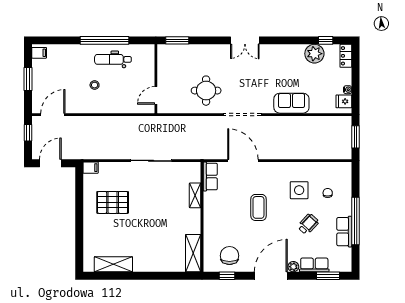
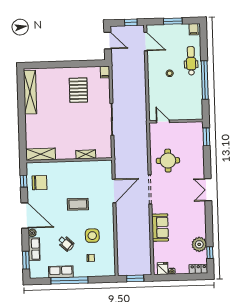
dental chair: (113, 59) -> (191, 61), moved
row of seats: (210, 177) -> (101, 166), removed
shelving: (113, 264) -> (30, 92), width x1.47

